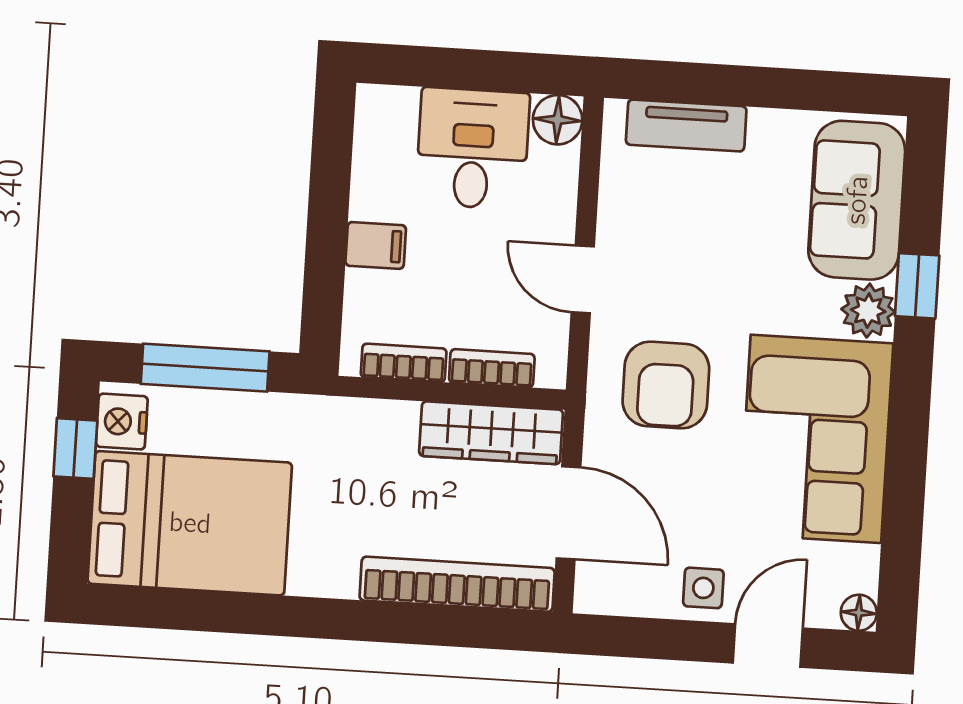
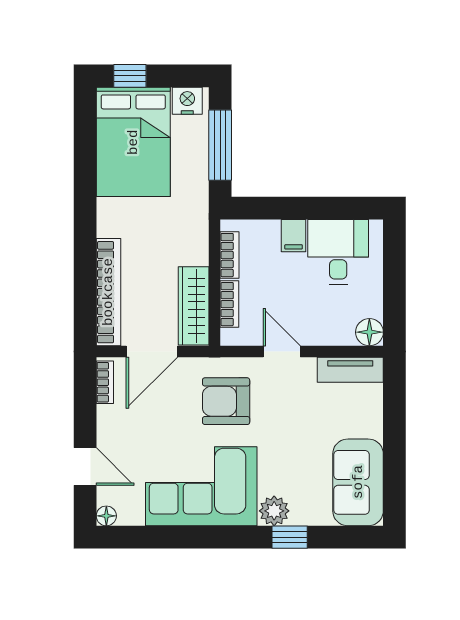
tv unit: (686, 126) -> (350, 370), moved, turned -90
desk: (473, 148) -> (338, 252), moved, turned -90
sofa: (857, 200) -> (358, 482), moved, turned -90
door: (583, 279) -> (282, 352), hinge flipped
window: (75, 448) -> (130, 76), moved
side table: (703, 588) -> (115, 429), removed
bookcase: (618, 601) -> (105, 382), added

